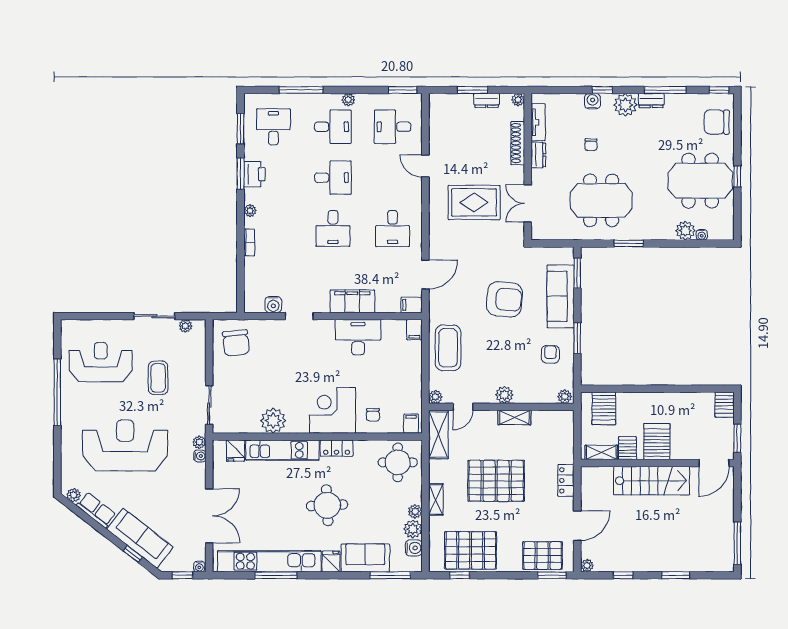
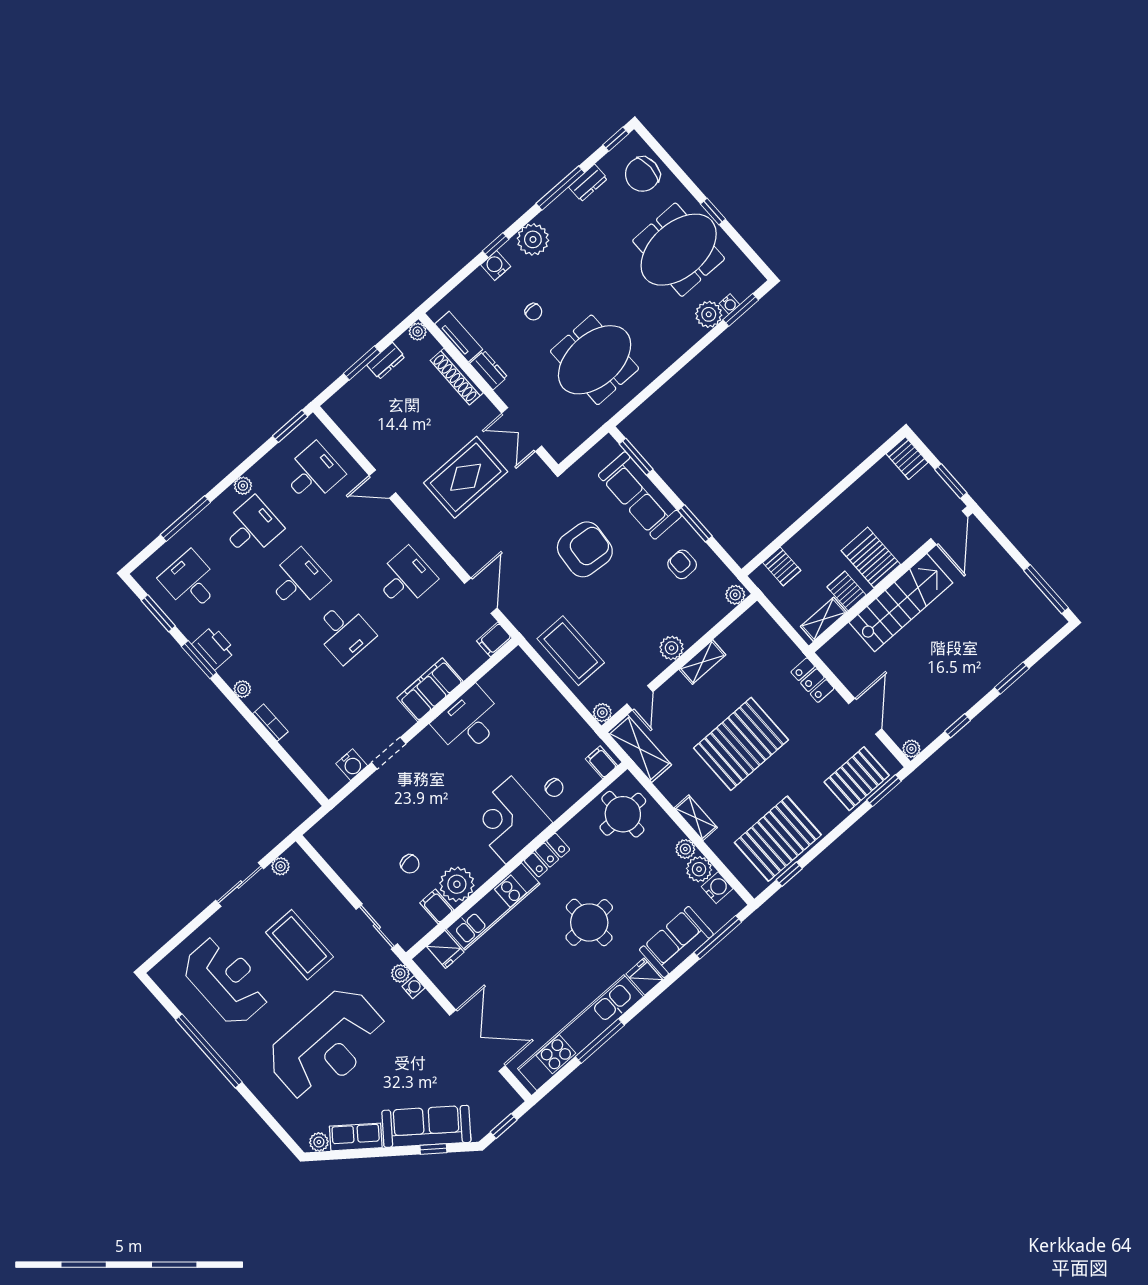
dresser: (651, 101) -> (588, 183), moved
desk: (393, 127) -> (313, 473), turned 180
desk: (393, 228) -> (405, 578), turned -90
window: (629, 243) -> (741, 310), moved
filing cabinet: (414, 330) -> (437, 906), moved, turned 180
chair: (236, 343) -> (410, 864), moved, width x0.54, depth x0.54
reception desk: (101, 362) -> (226, 981), turned 90
coffee table: (158, 378) -> (299, 945), width x1.36, depth x1.32
server rack: (604, 408) -> (782, 566), width x0.73, depth x0.70
reception desk: (125, 445) -> (327, 1044), turned 180
water cooler: (199, 567) -> (513, 1102), removed

